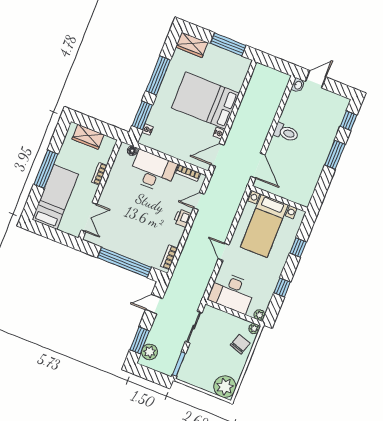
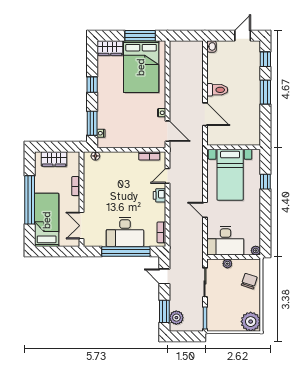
window: (158, 75) -> (92, 85), width x0.46
door: (316, 79) -> (243, 36), moved
bed: (205, 101) -> (141, 67), moved, turned -90
door: (217, 155) -> (168, 131), swing flipped
door: (258, 166) -> (205, 114), moved
window: (46, 169) -> (30, 200), width x1.46
desk: (153, 171) -> (125, 232), moved, turned 180
double door: (89, 217) -> (81, 226), swing flipped
window: (282, 287) -> (265, 220), removed
door: (154, 304) -> (164, 276), hinge flipped
plant: (254, 329) -> (227, 264), moved

